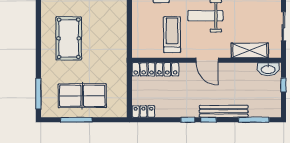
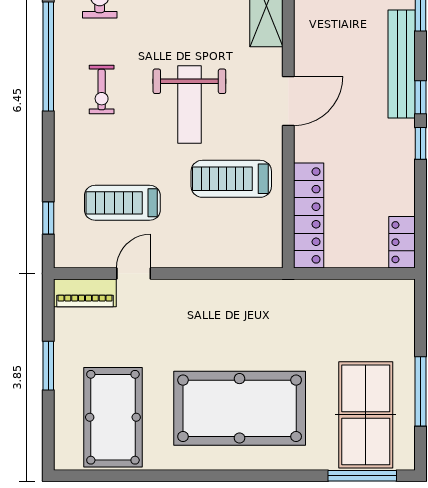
pool table: (69, 38) -> (240, 408), width x1.36, depth x1.32
table tennis table: (82, 96) -> (366, 415), moved

